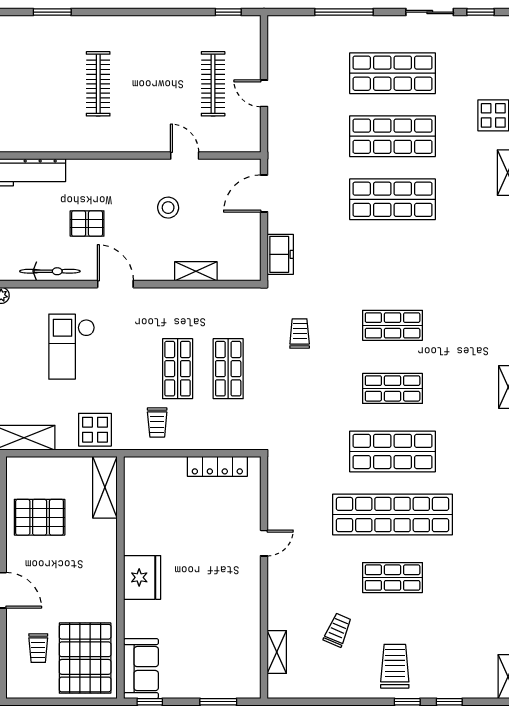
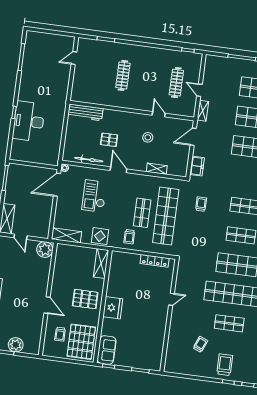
shop shelf: (228, 369) -> (166, 216), width x2.00, depth x1.36
pallet: (40, 517) -> (85, 299), moved
shelving: (277, 652) -> (203, 111), moved

